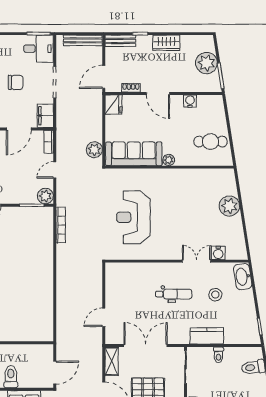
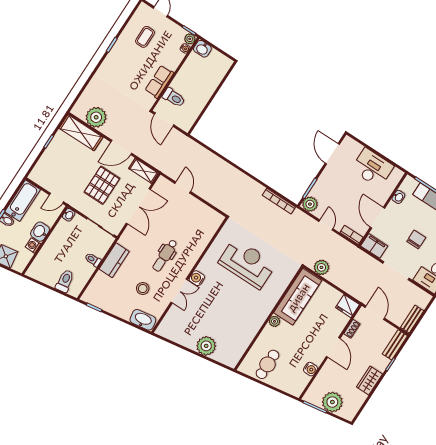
bench: (83, 40) -> (412, 319), width x0.73
chair: (16, 82) -> (416, 239), turned 180
door: (158, 94) -> (333, 347), swing flipped
water cooler: (218, 253) -> (197, 278), moved
toilet: (11, 377) -> (174, 98), moved

